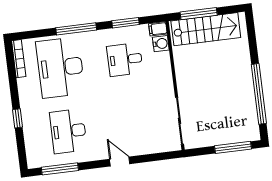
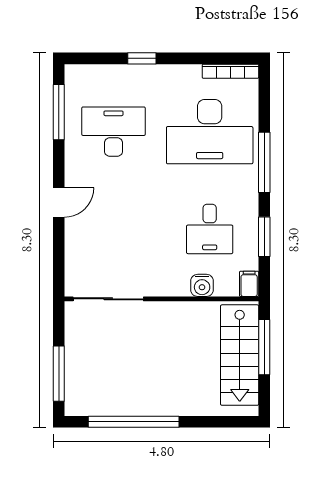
water cooler: (161, 44) -> (202, 285), moved
desk: (125, 59) -> (210, 229), turned 180
desk: (60, 67) -> (210, 132), turned 180

